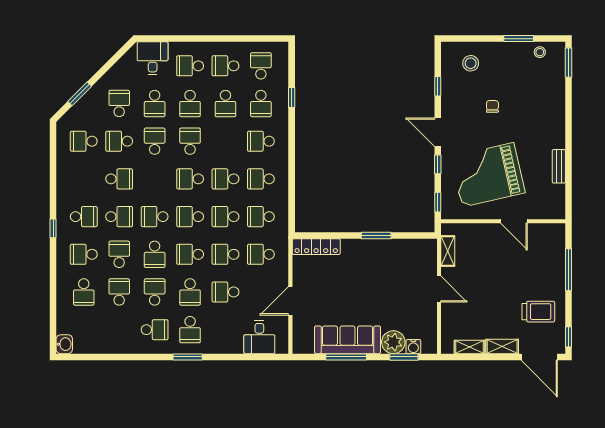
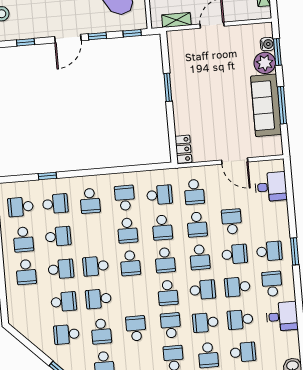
desk: (153, 58) -> (282, 316), moved, turned 180
school desk: (261, 179) -> (125, 198), turned 180
school desk: (261, 217) -> (159, 195), turned -90
locker: (316, 247) -> (183, 149), width x0.66
school desk: (225, 292) -> (232, 222), turned 180

